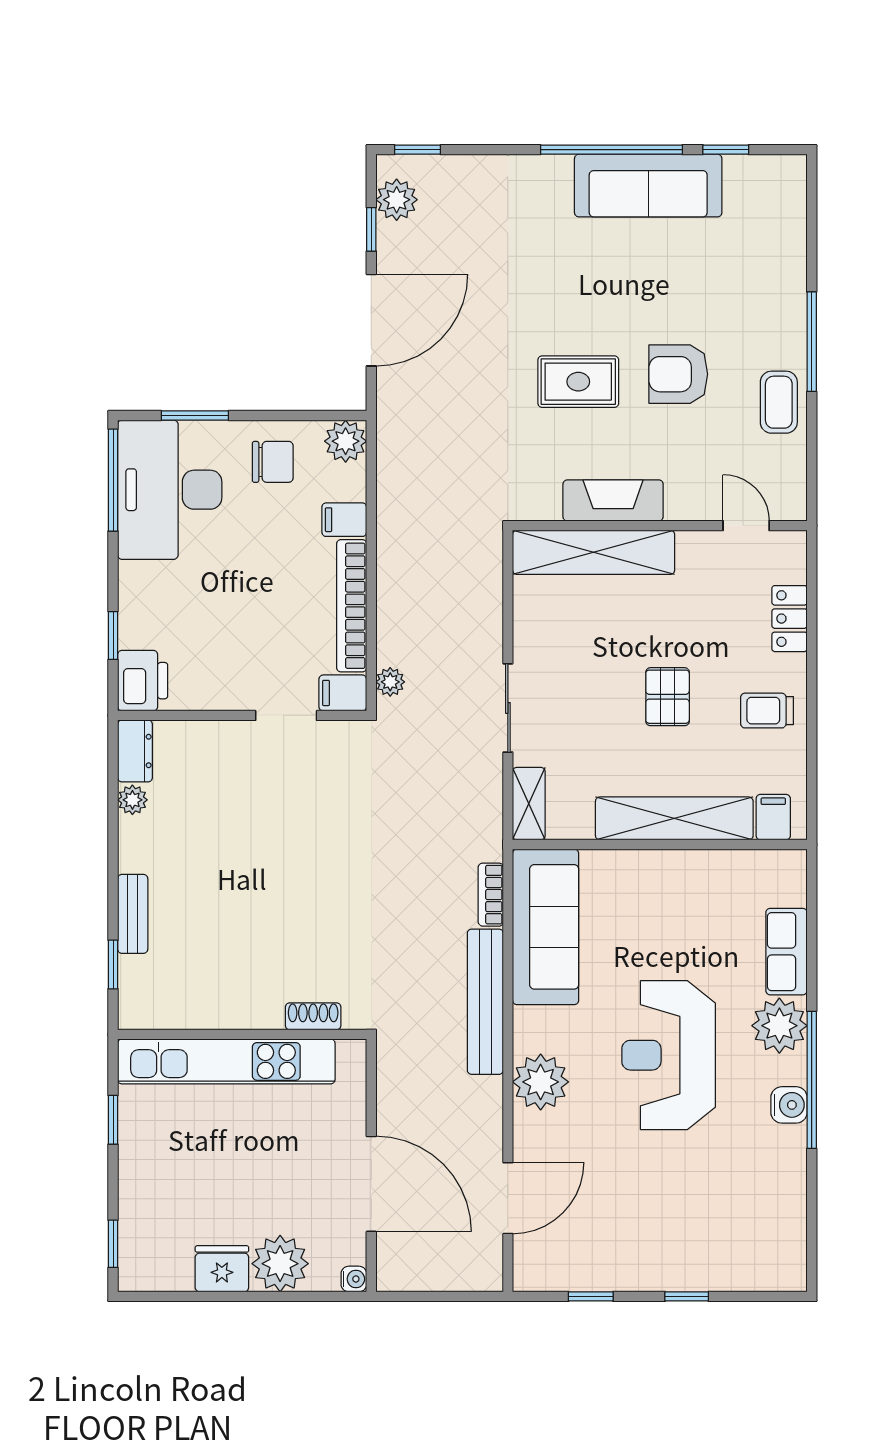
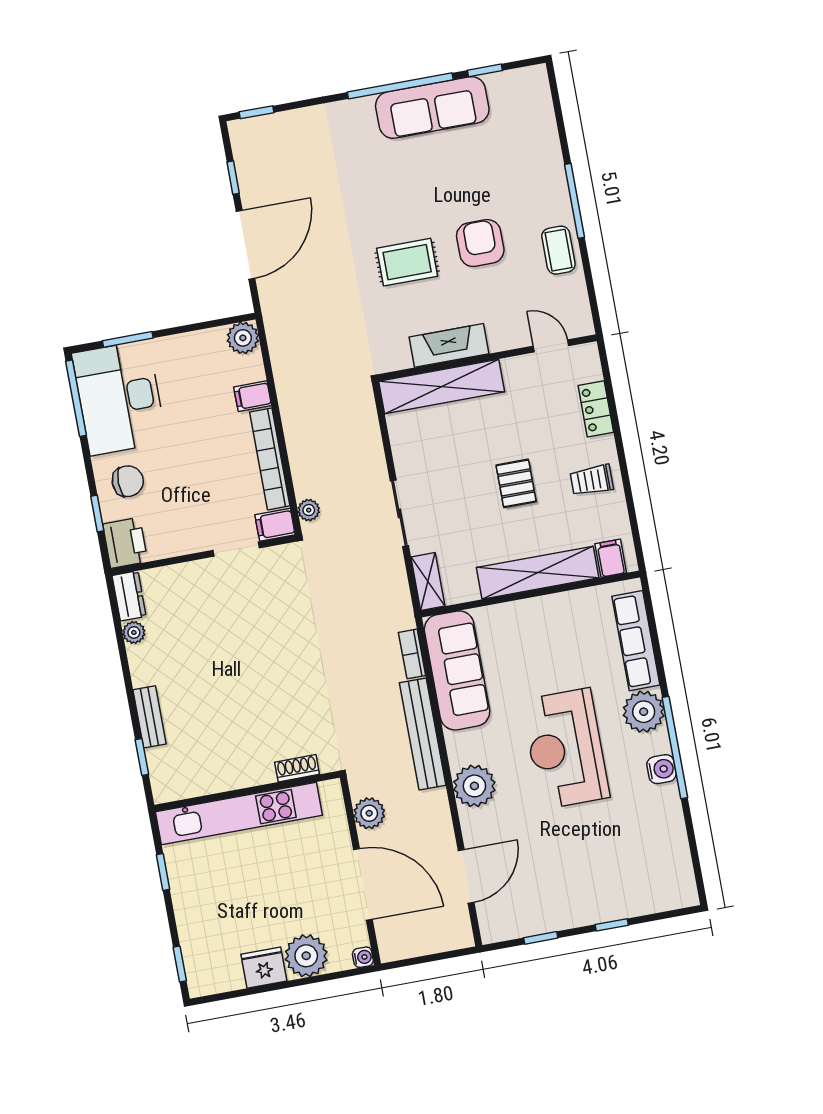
plant: (397, 200) -> (369, 813), moved
armchair: (678, 374) -> (480, 243), turned 90
chair: (273, 462) -> (128, 481), moved
row of seats: (786, 952) -> (636, 641), width x1.48

